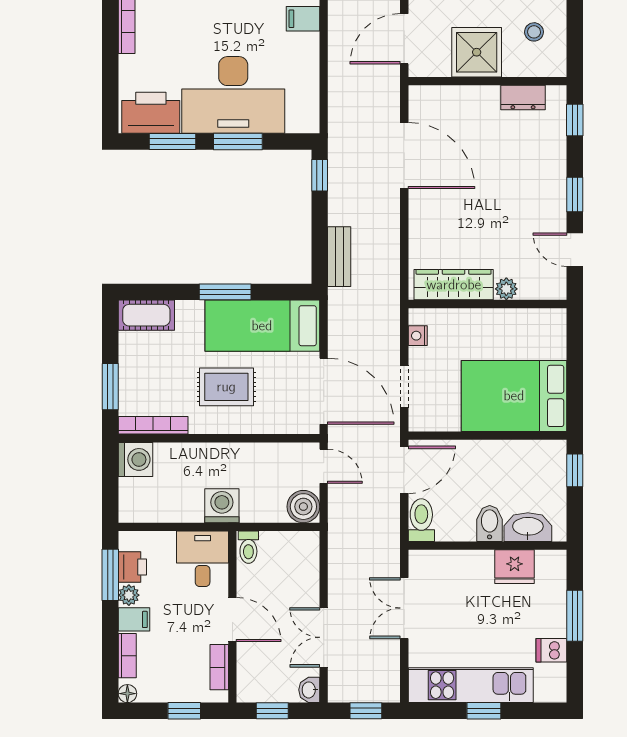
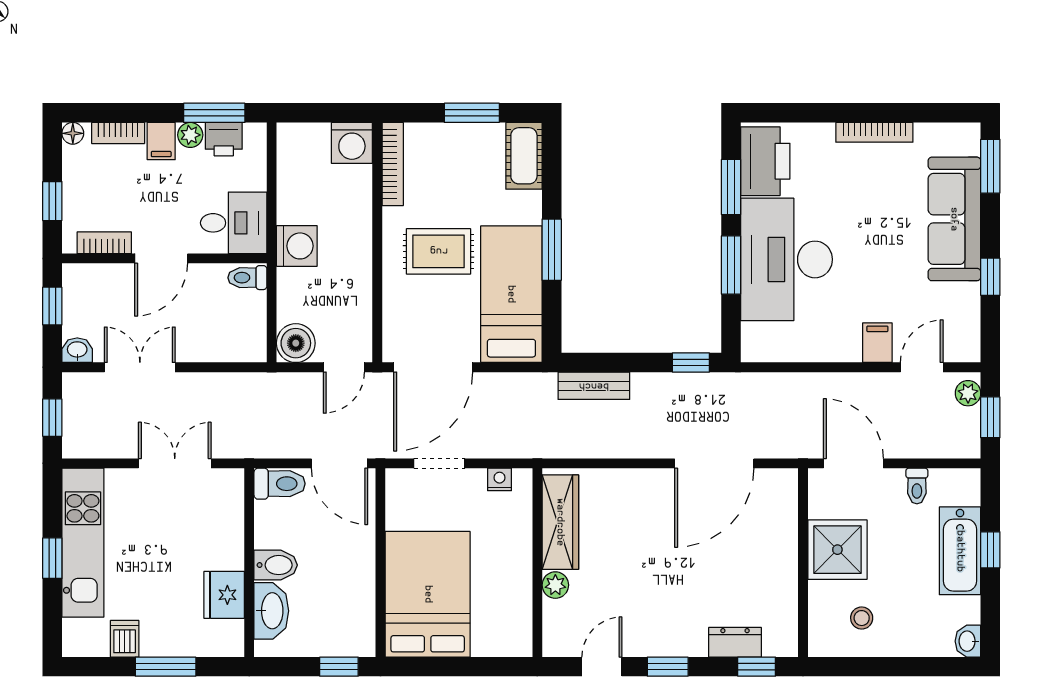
dresser: (523, 98) -> (735, 642), moved, turned 90
window: (110, 387) -> (472, 113), moved
rug: (226, 387) -> (439, 251), turned 90

